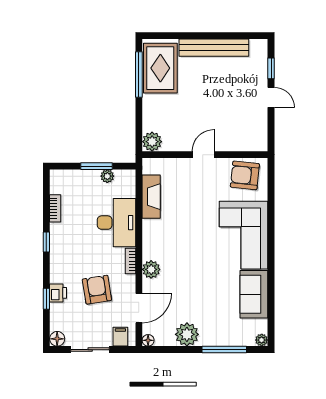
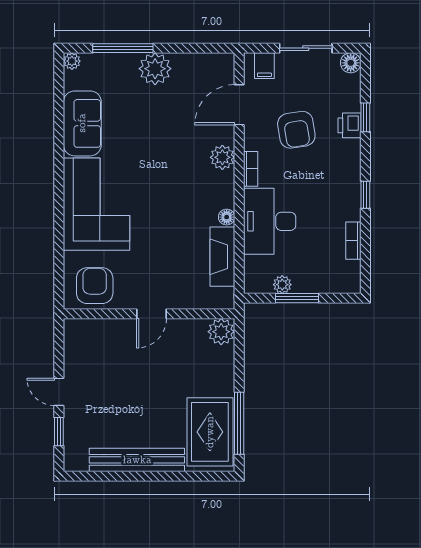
armchair: (245, 175) -> (95, 286), turned -96
plant: (187, 334) -> (155, 69), moved
floor lamp: (148, 340) -> (227, 217), moved

